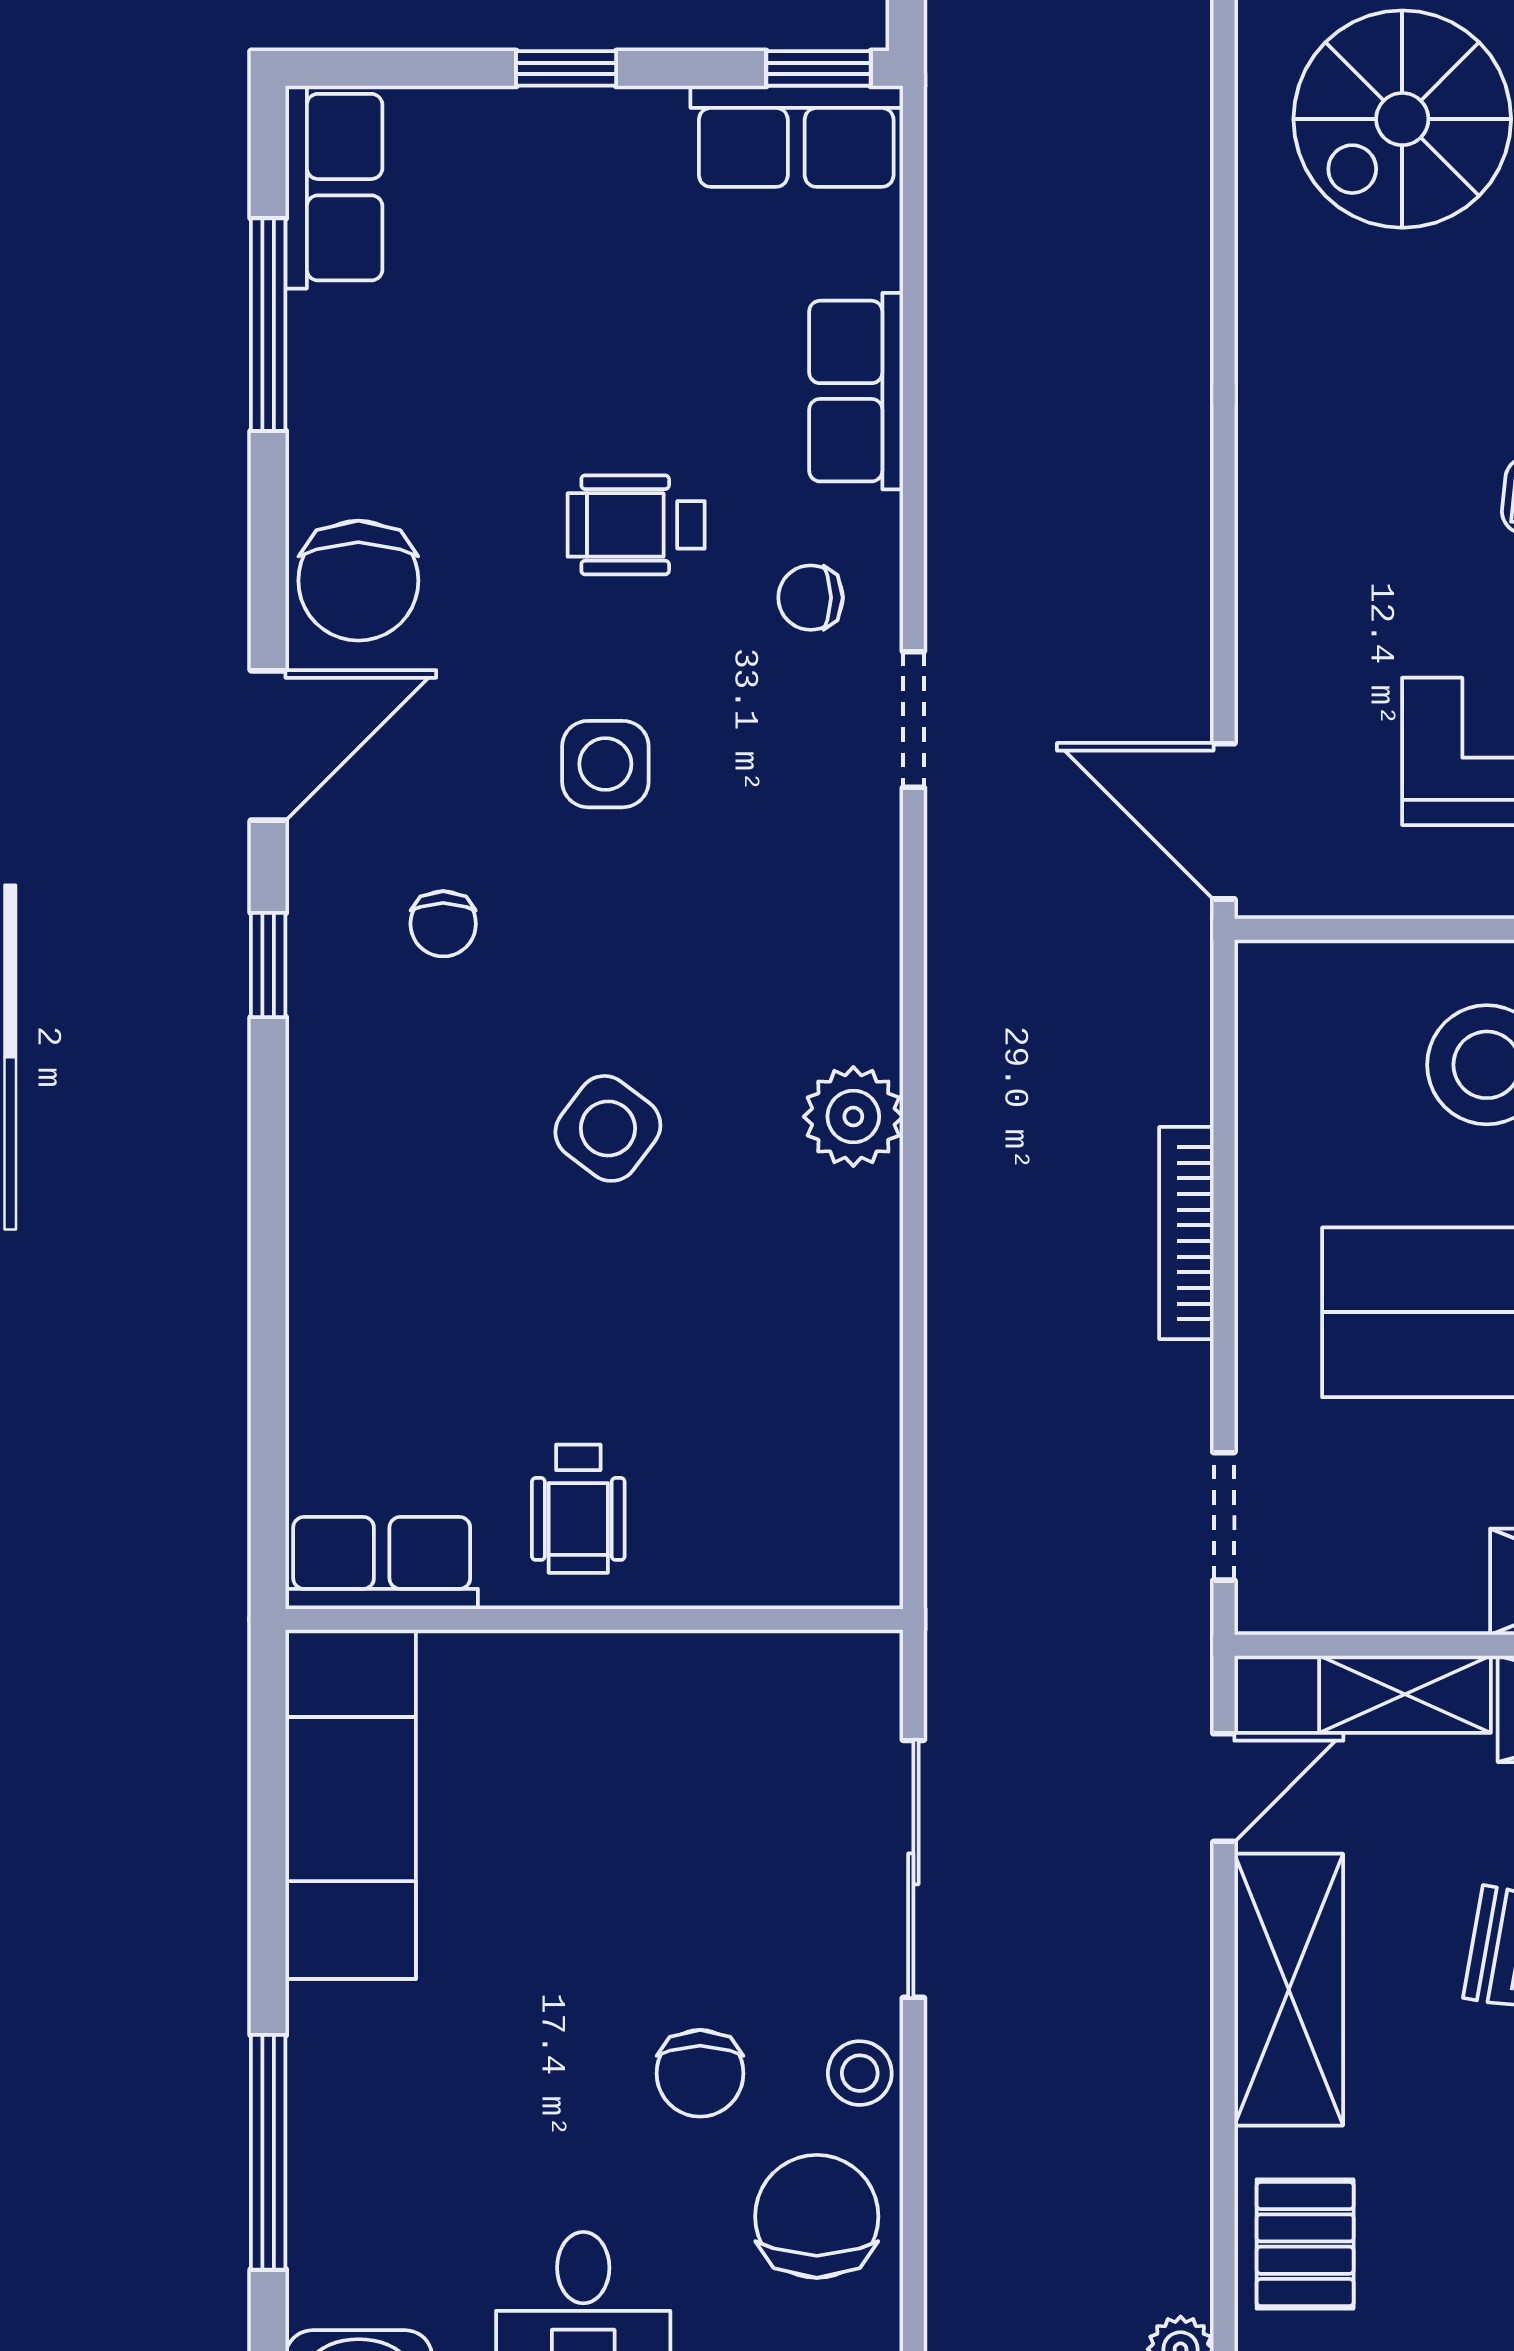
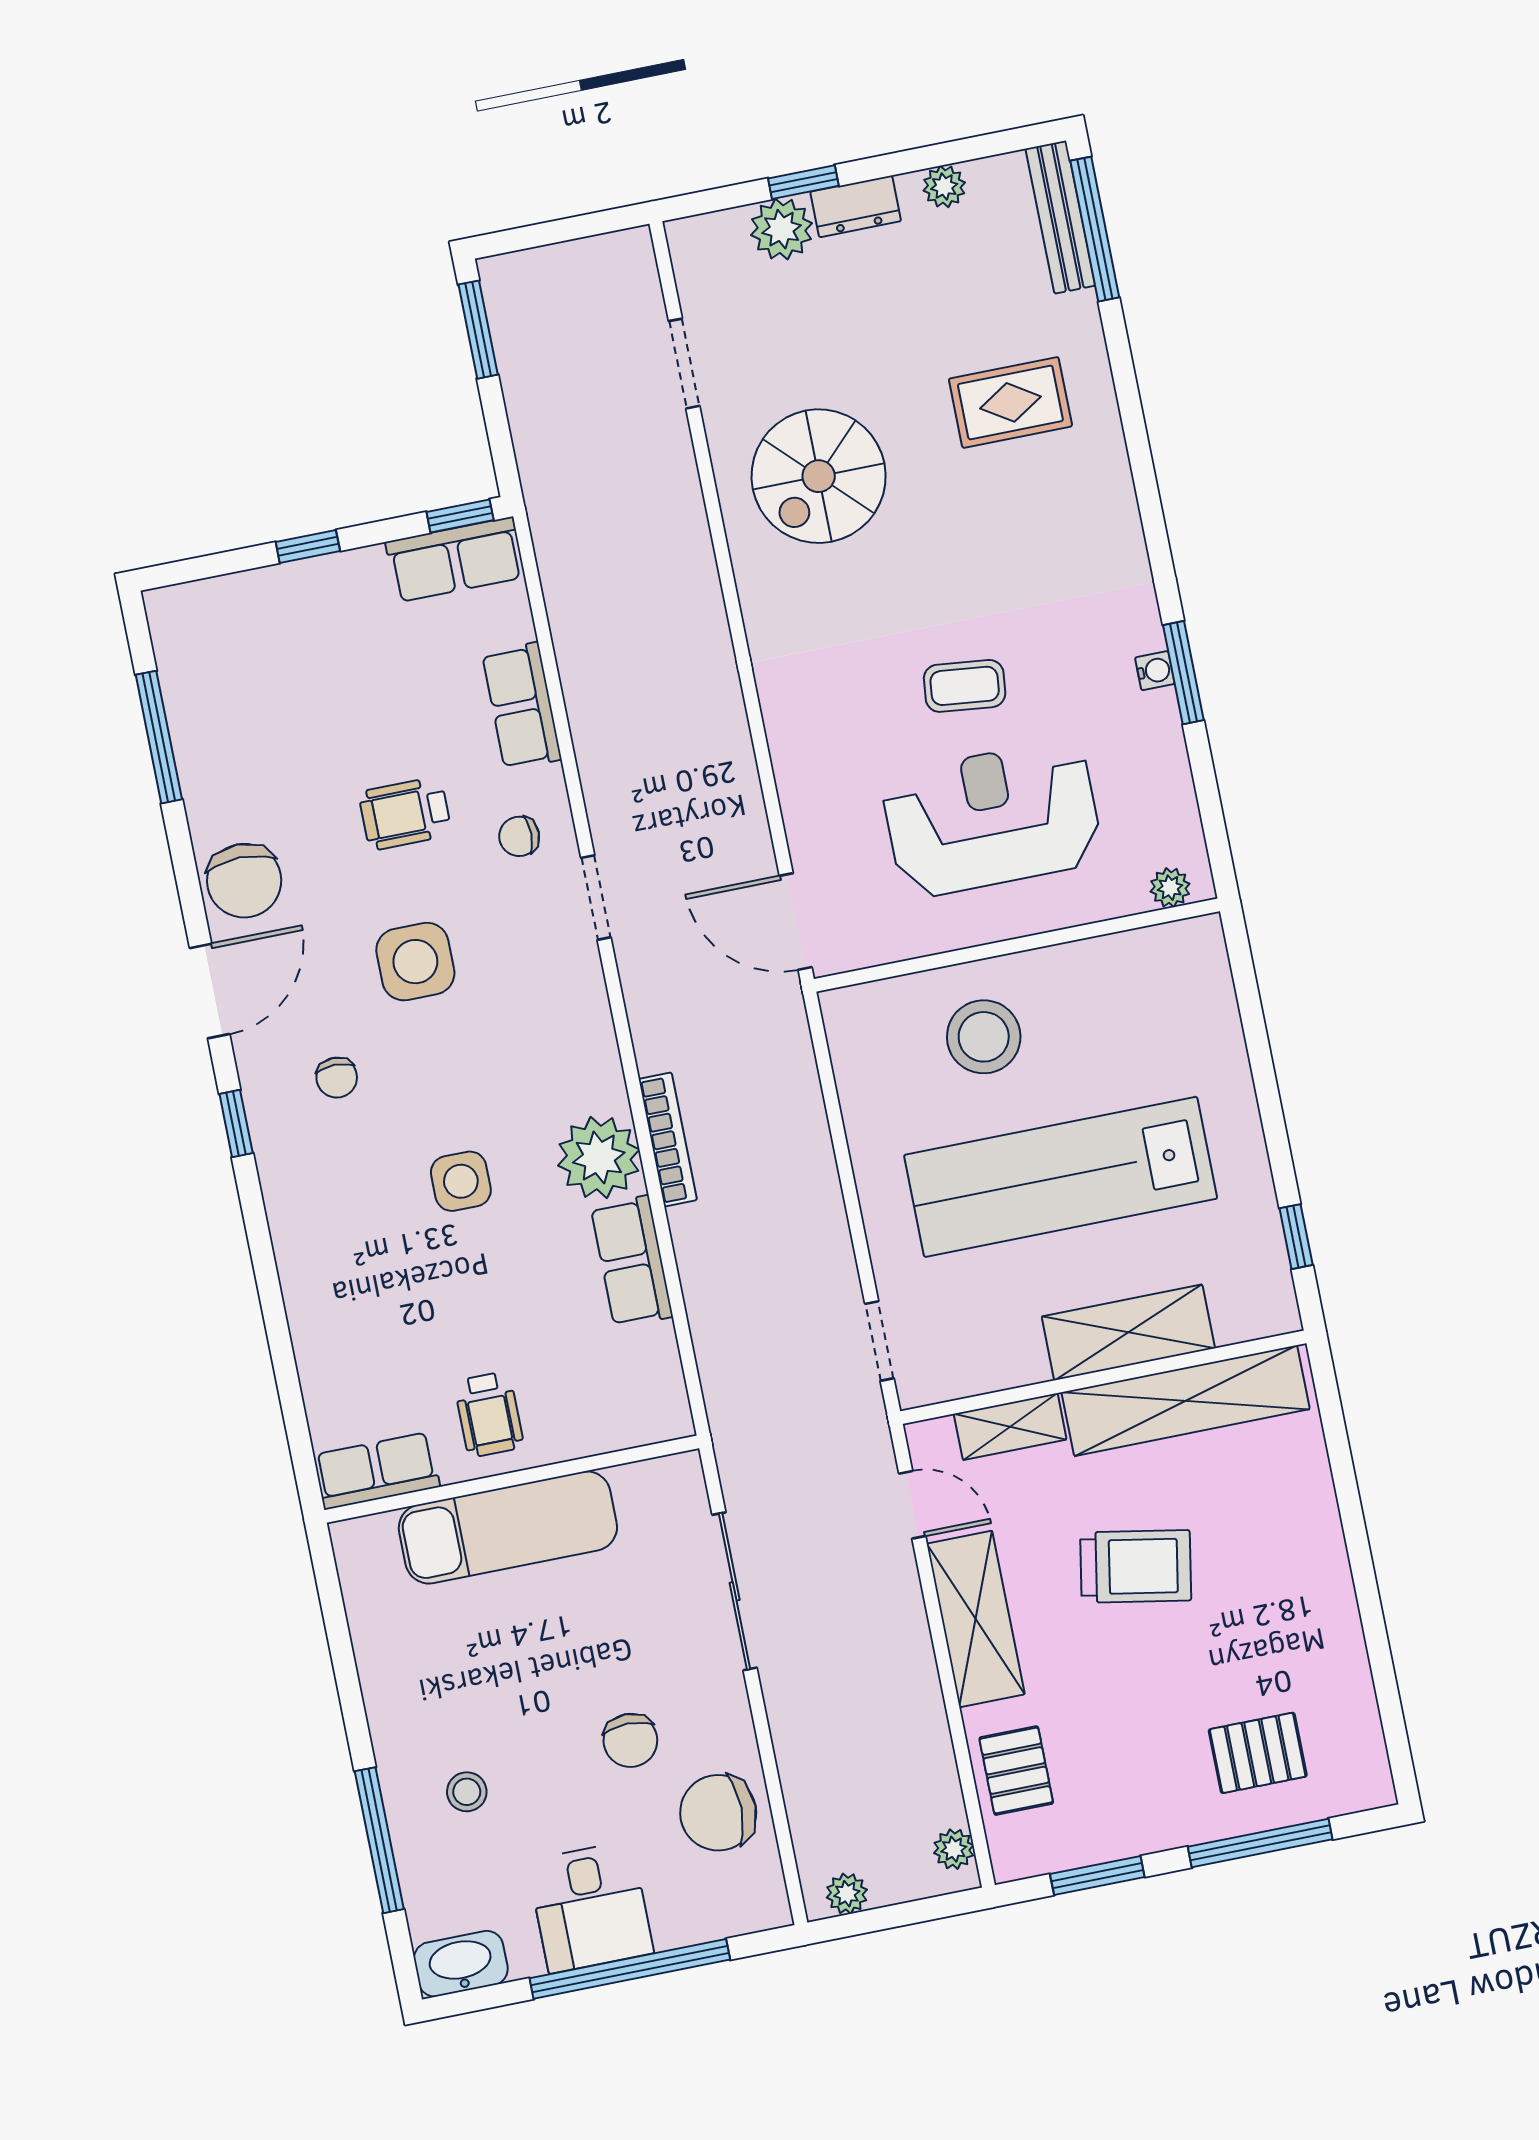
row of seats: (334, 187) -> (632, 1261), moved, turned 180
side table: (605, 764) -> (415, 962), width x1.37, depth x1.37
plant: (853, 1117) -> (599, 1158), width x1.36, depth x1.36
side table: (608, 1128) -> (461, 1181), turned -37
bookcase: (1186, 1233) -> (668, 1139), moved, turned 180
door: (1224, 1788) -> (912, 1505), hinge flipped
exam couch: (351, 1804) -> (508, 1527), moved, turned 90
stool: (860, 2073) -> (467, 1792), moved
chair: (817, 2216) -> (718, 1813), turned -90

